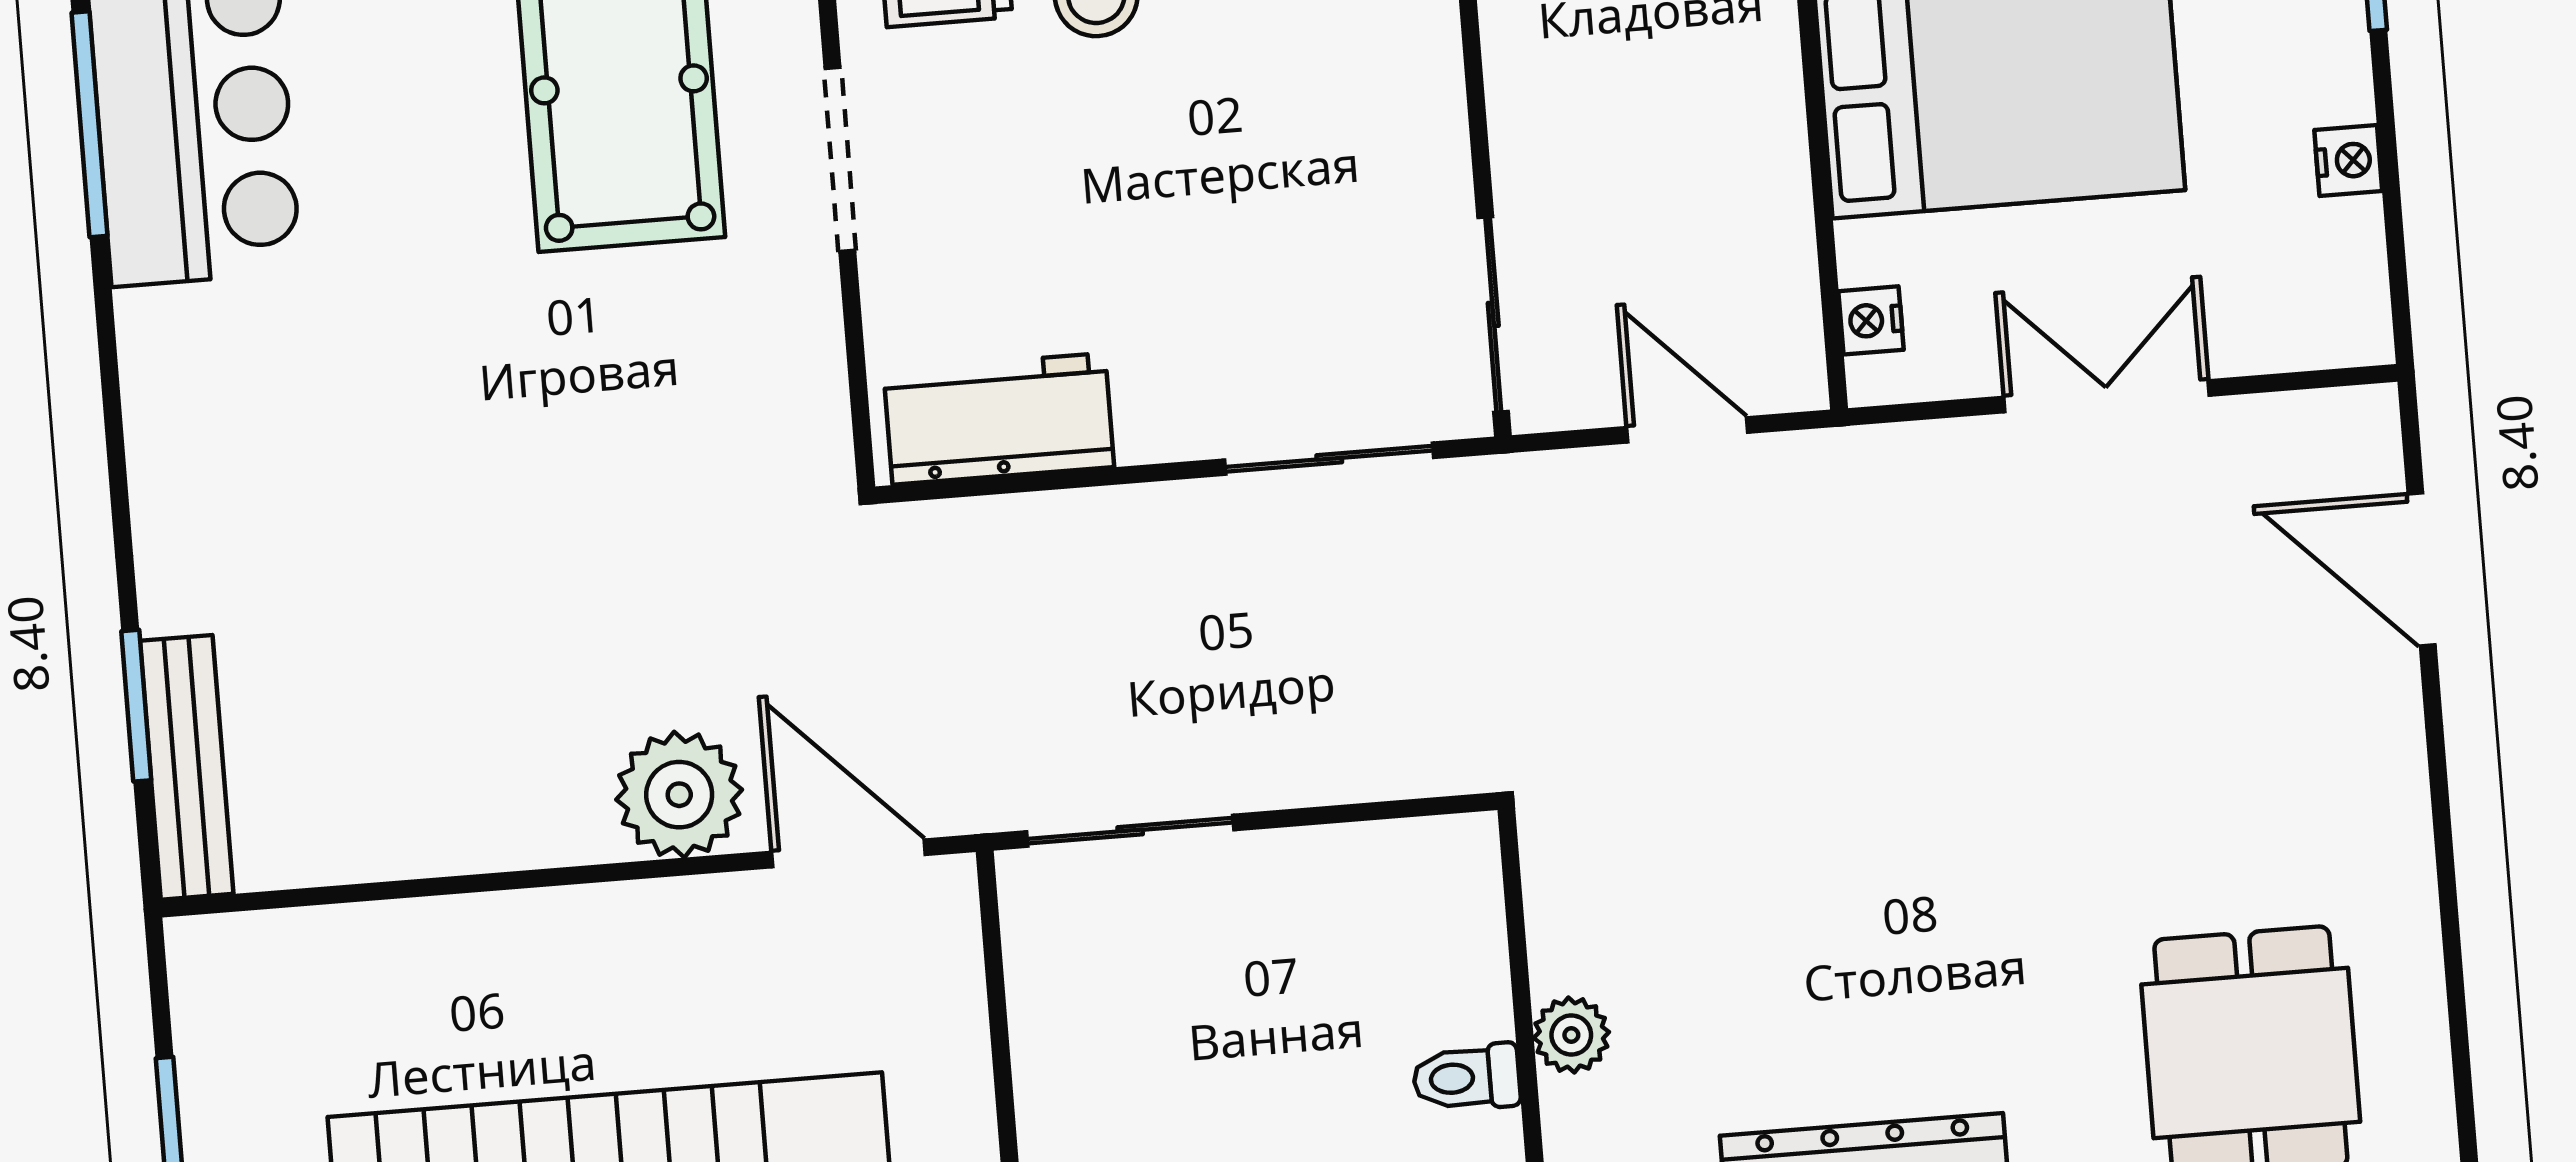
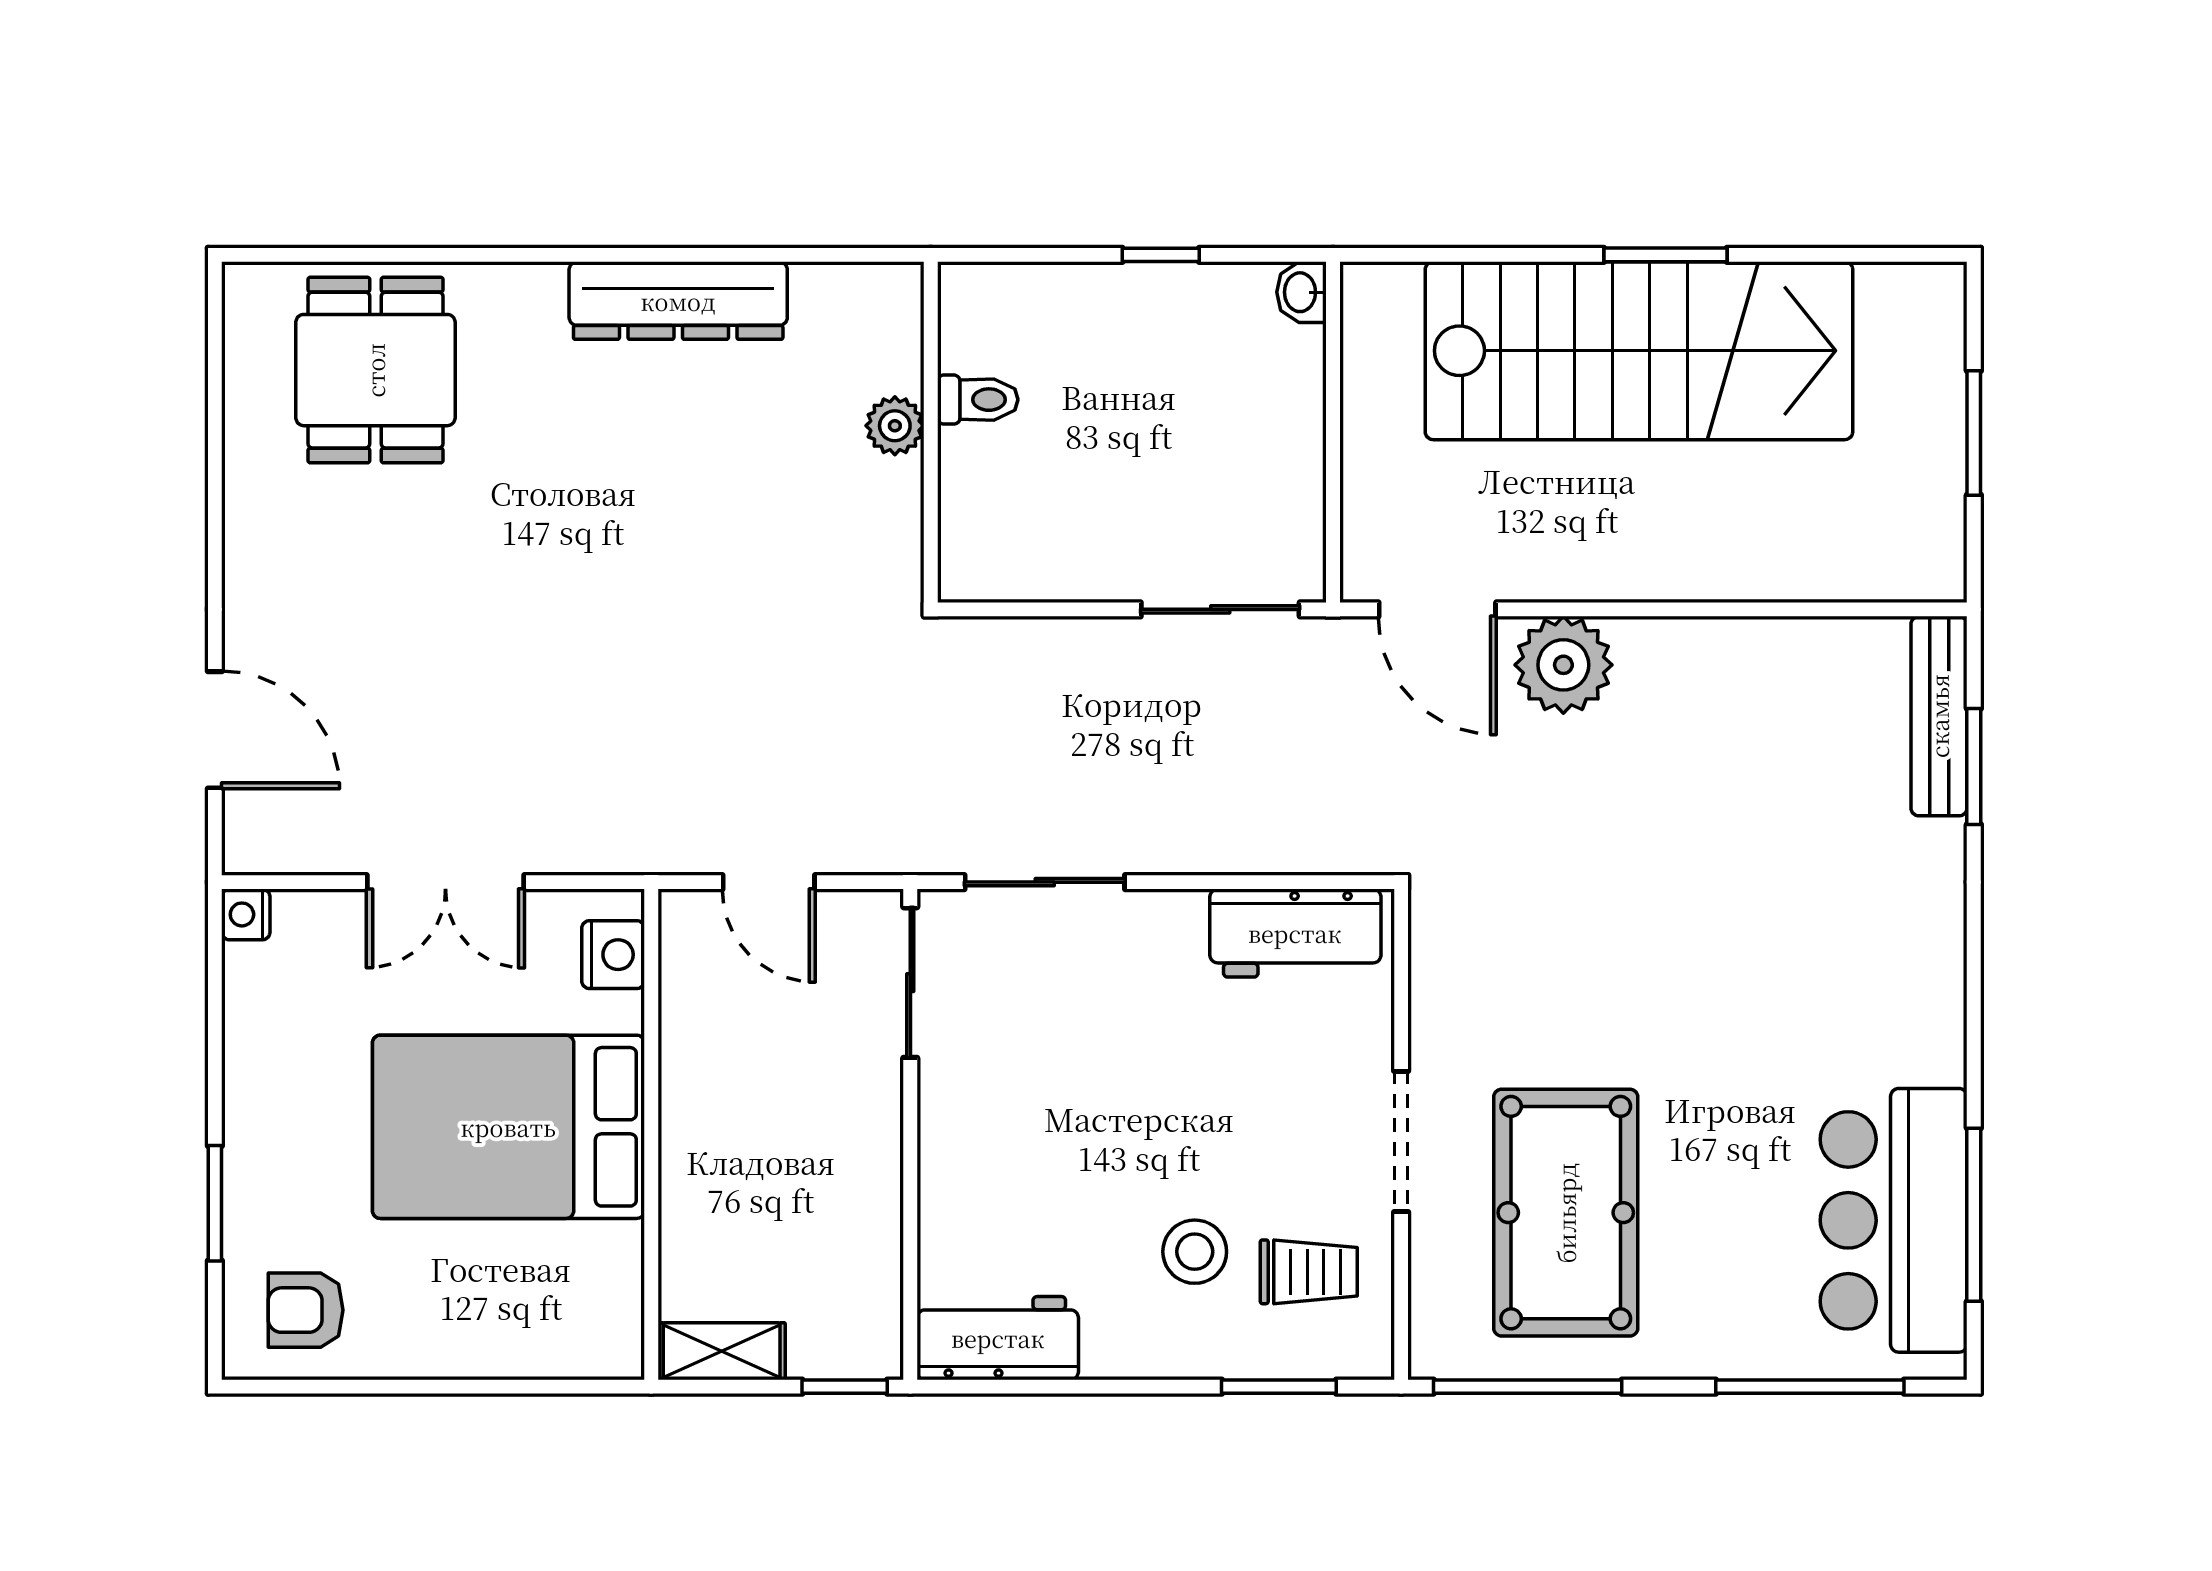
nightstand: (2348, 160) -> (246, 914), moved
nightstand: (1871, 320) -> (613, 955), width x1.39, depth x1.35

